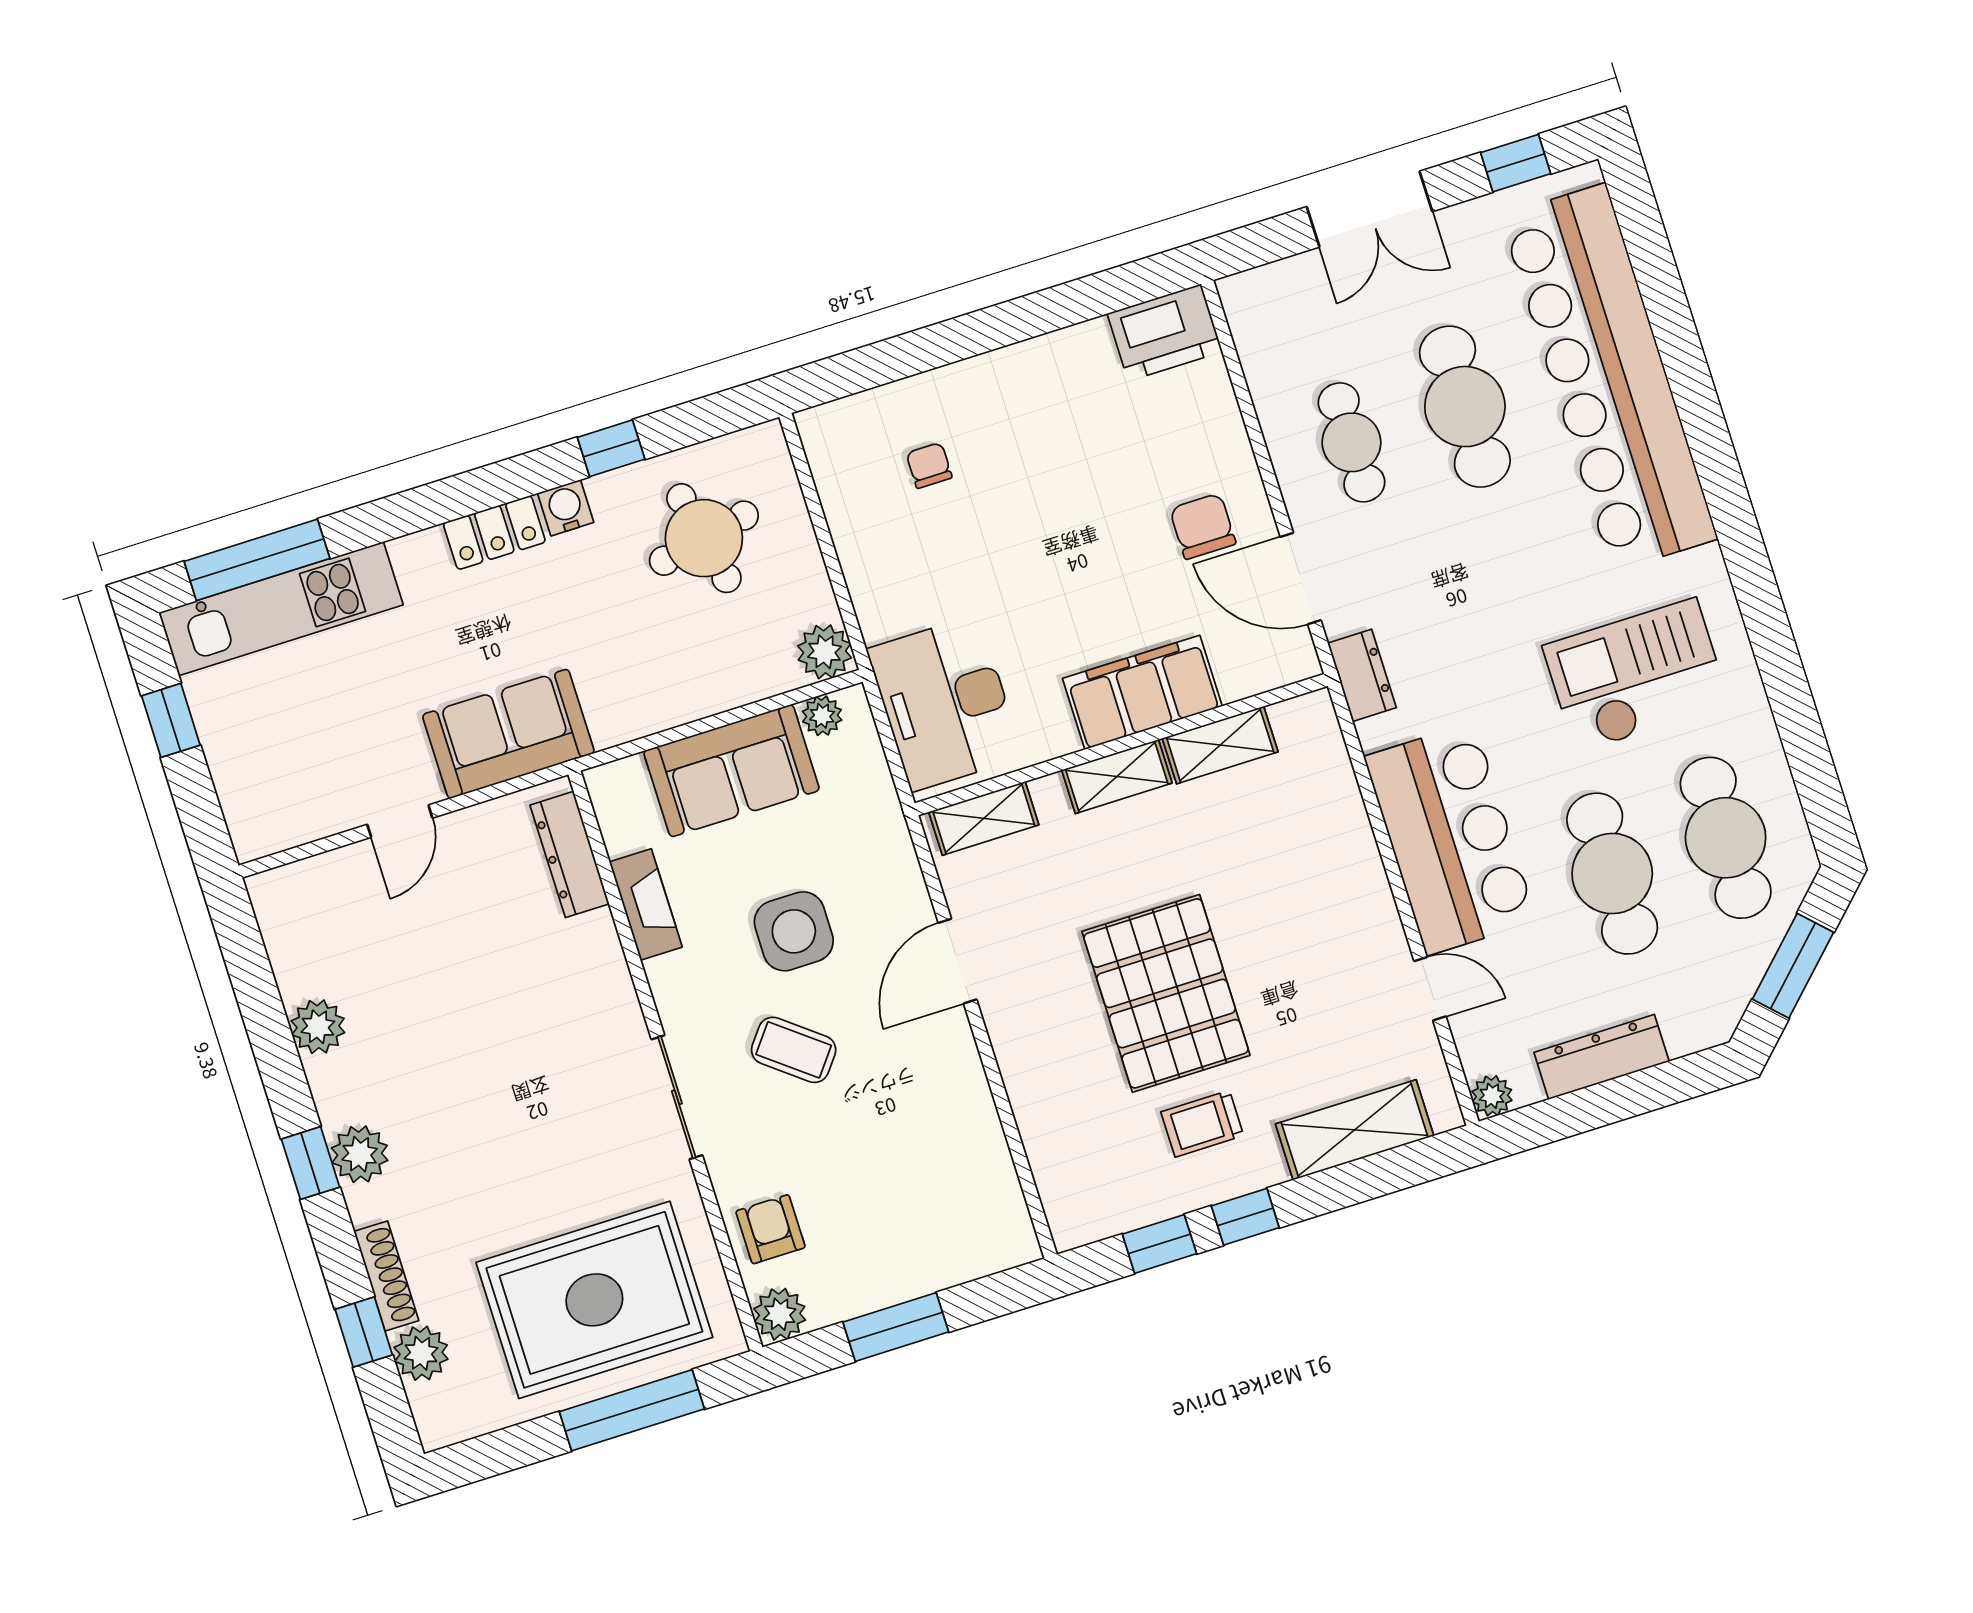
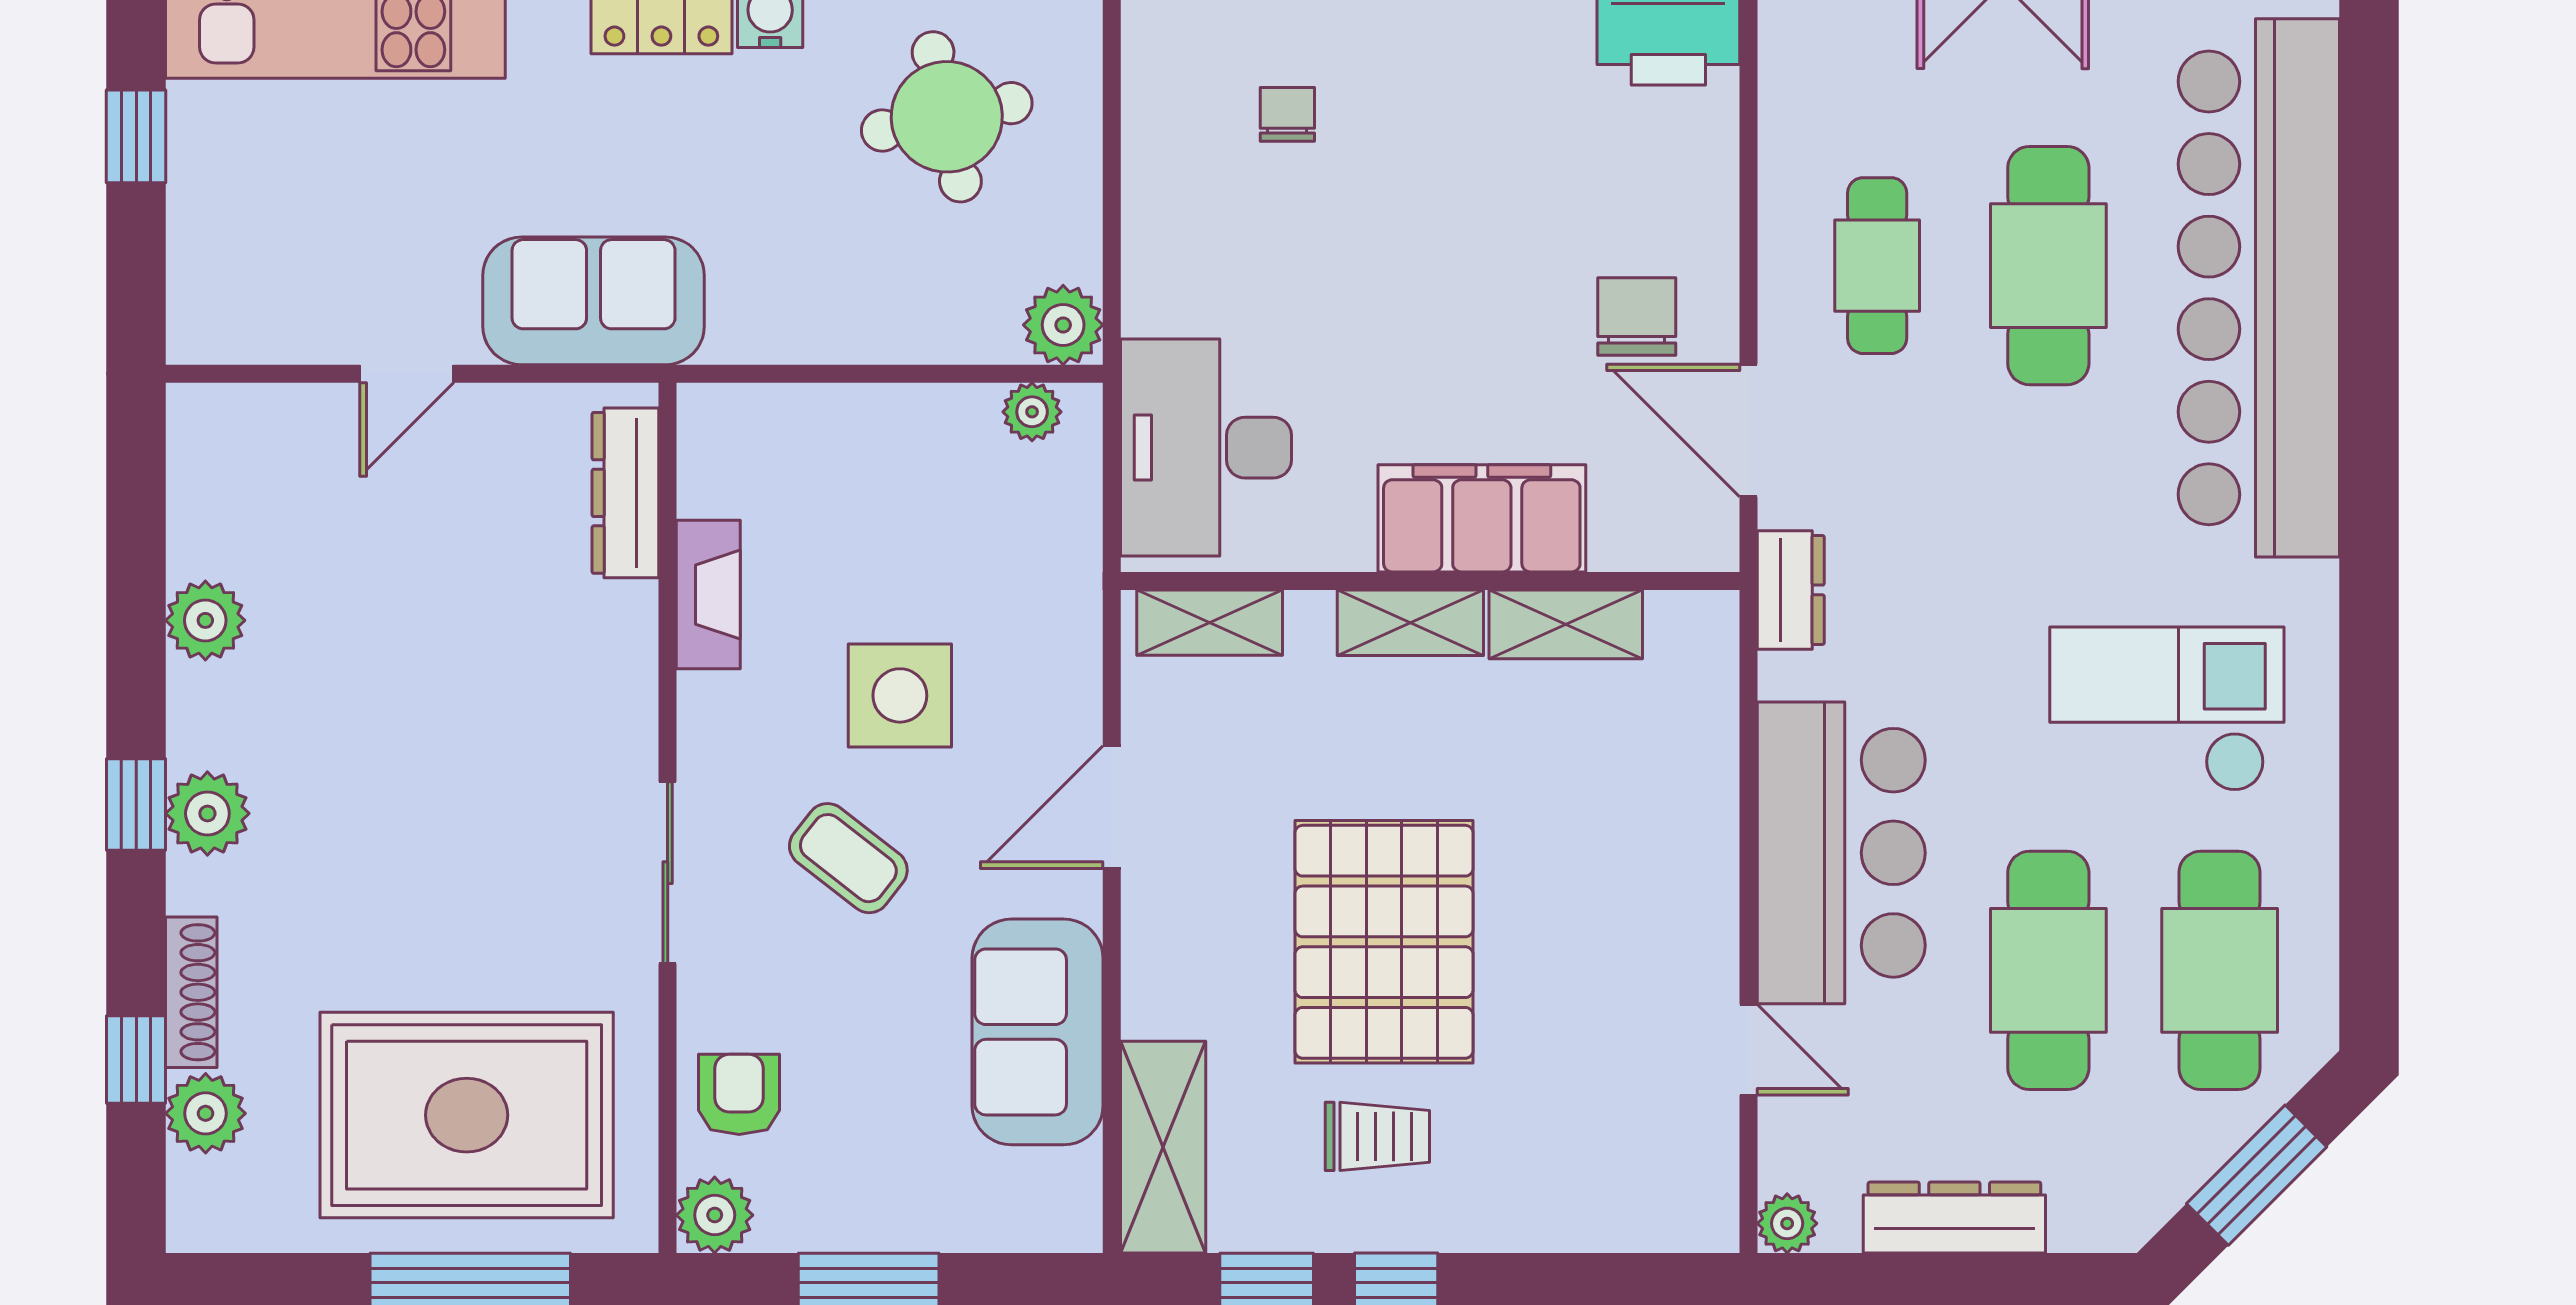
sofa: (731, 771) -> (1038, 1032), moved, turned 90
trolley: (1202, 1124) -> (1377, 1136), turned 180
shelving: (1355, 1130) -> (1163, 1147), moved, turned 90

